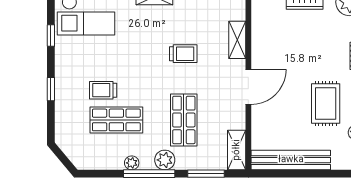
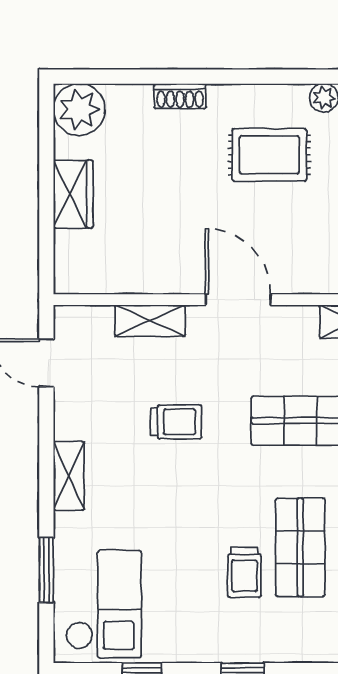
trolley: (183, 54) -> (176, 422), turned 90

